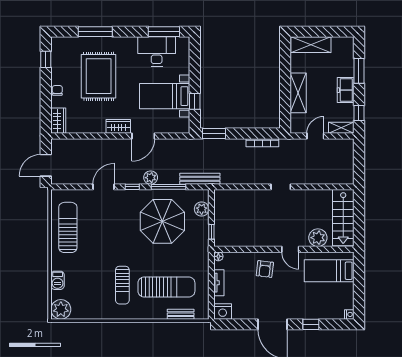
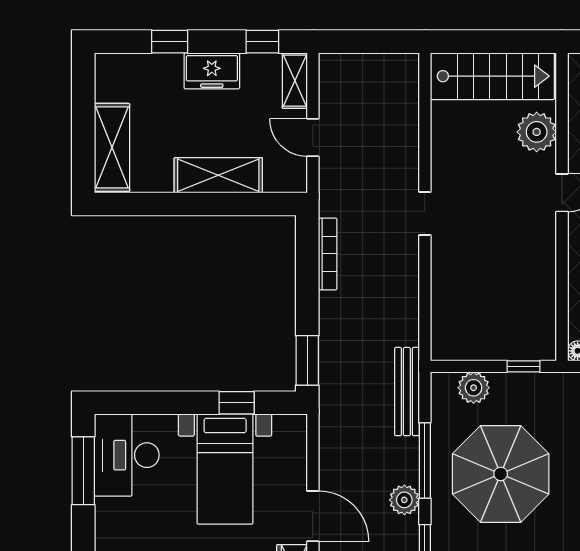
desk: (157, 51) -> (127, 455), moved
window: (359, 71) -> (170, 42), width x0.67

